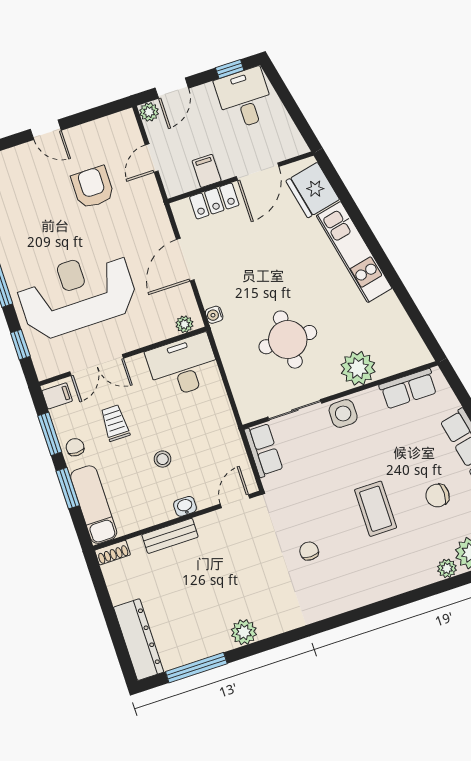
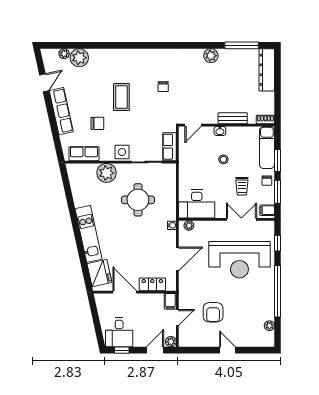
filing cabinet: (207, 171) -> (170, 301), moved
door: (258, 172) -> (125, 292), hinge flipped
chair: (437, 495) -> (97, 123), moved
plant: (447, 568) -> (95, 54), removed

